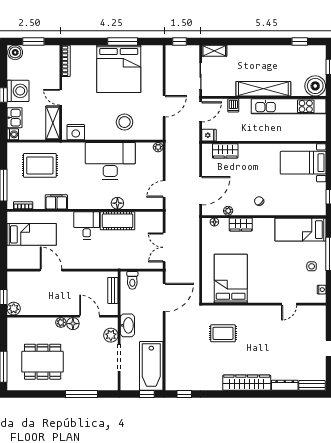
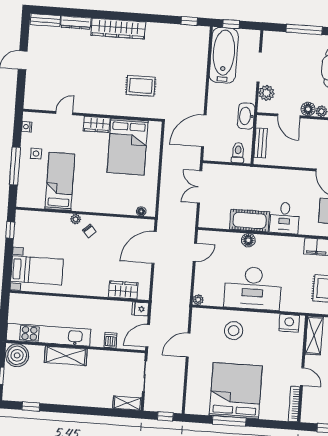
shelving: (263, 89) -> (66, 356), width x0.68
door: (61, 97) -> (302, 377), moved
plant: (228, 211) -> (76, 219), moved
wardrobe: (241, 224) -> (97, 124), moved, turned 180
bed: (300, 230) -> (60, 181), moved, turned -90
double door: (164, 247) -> (200, 187), swing flipped
washbasin: (127, 325) -> (246, 116), moved

